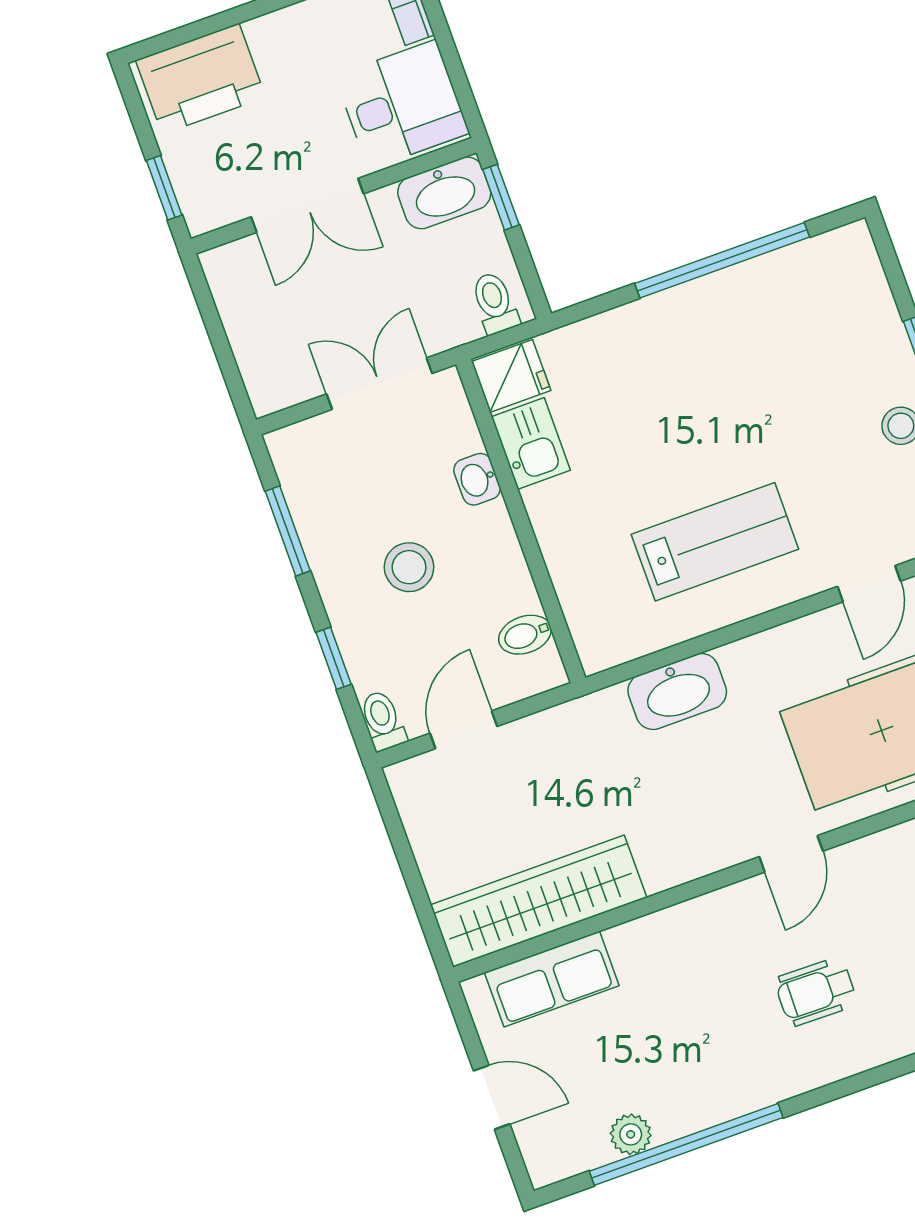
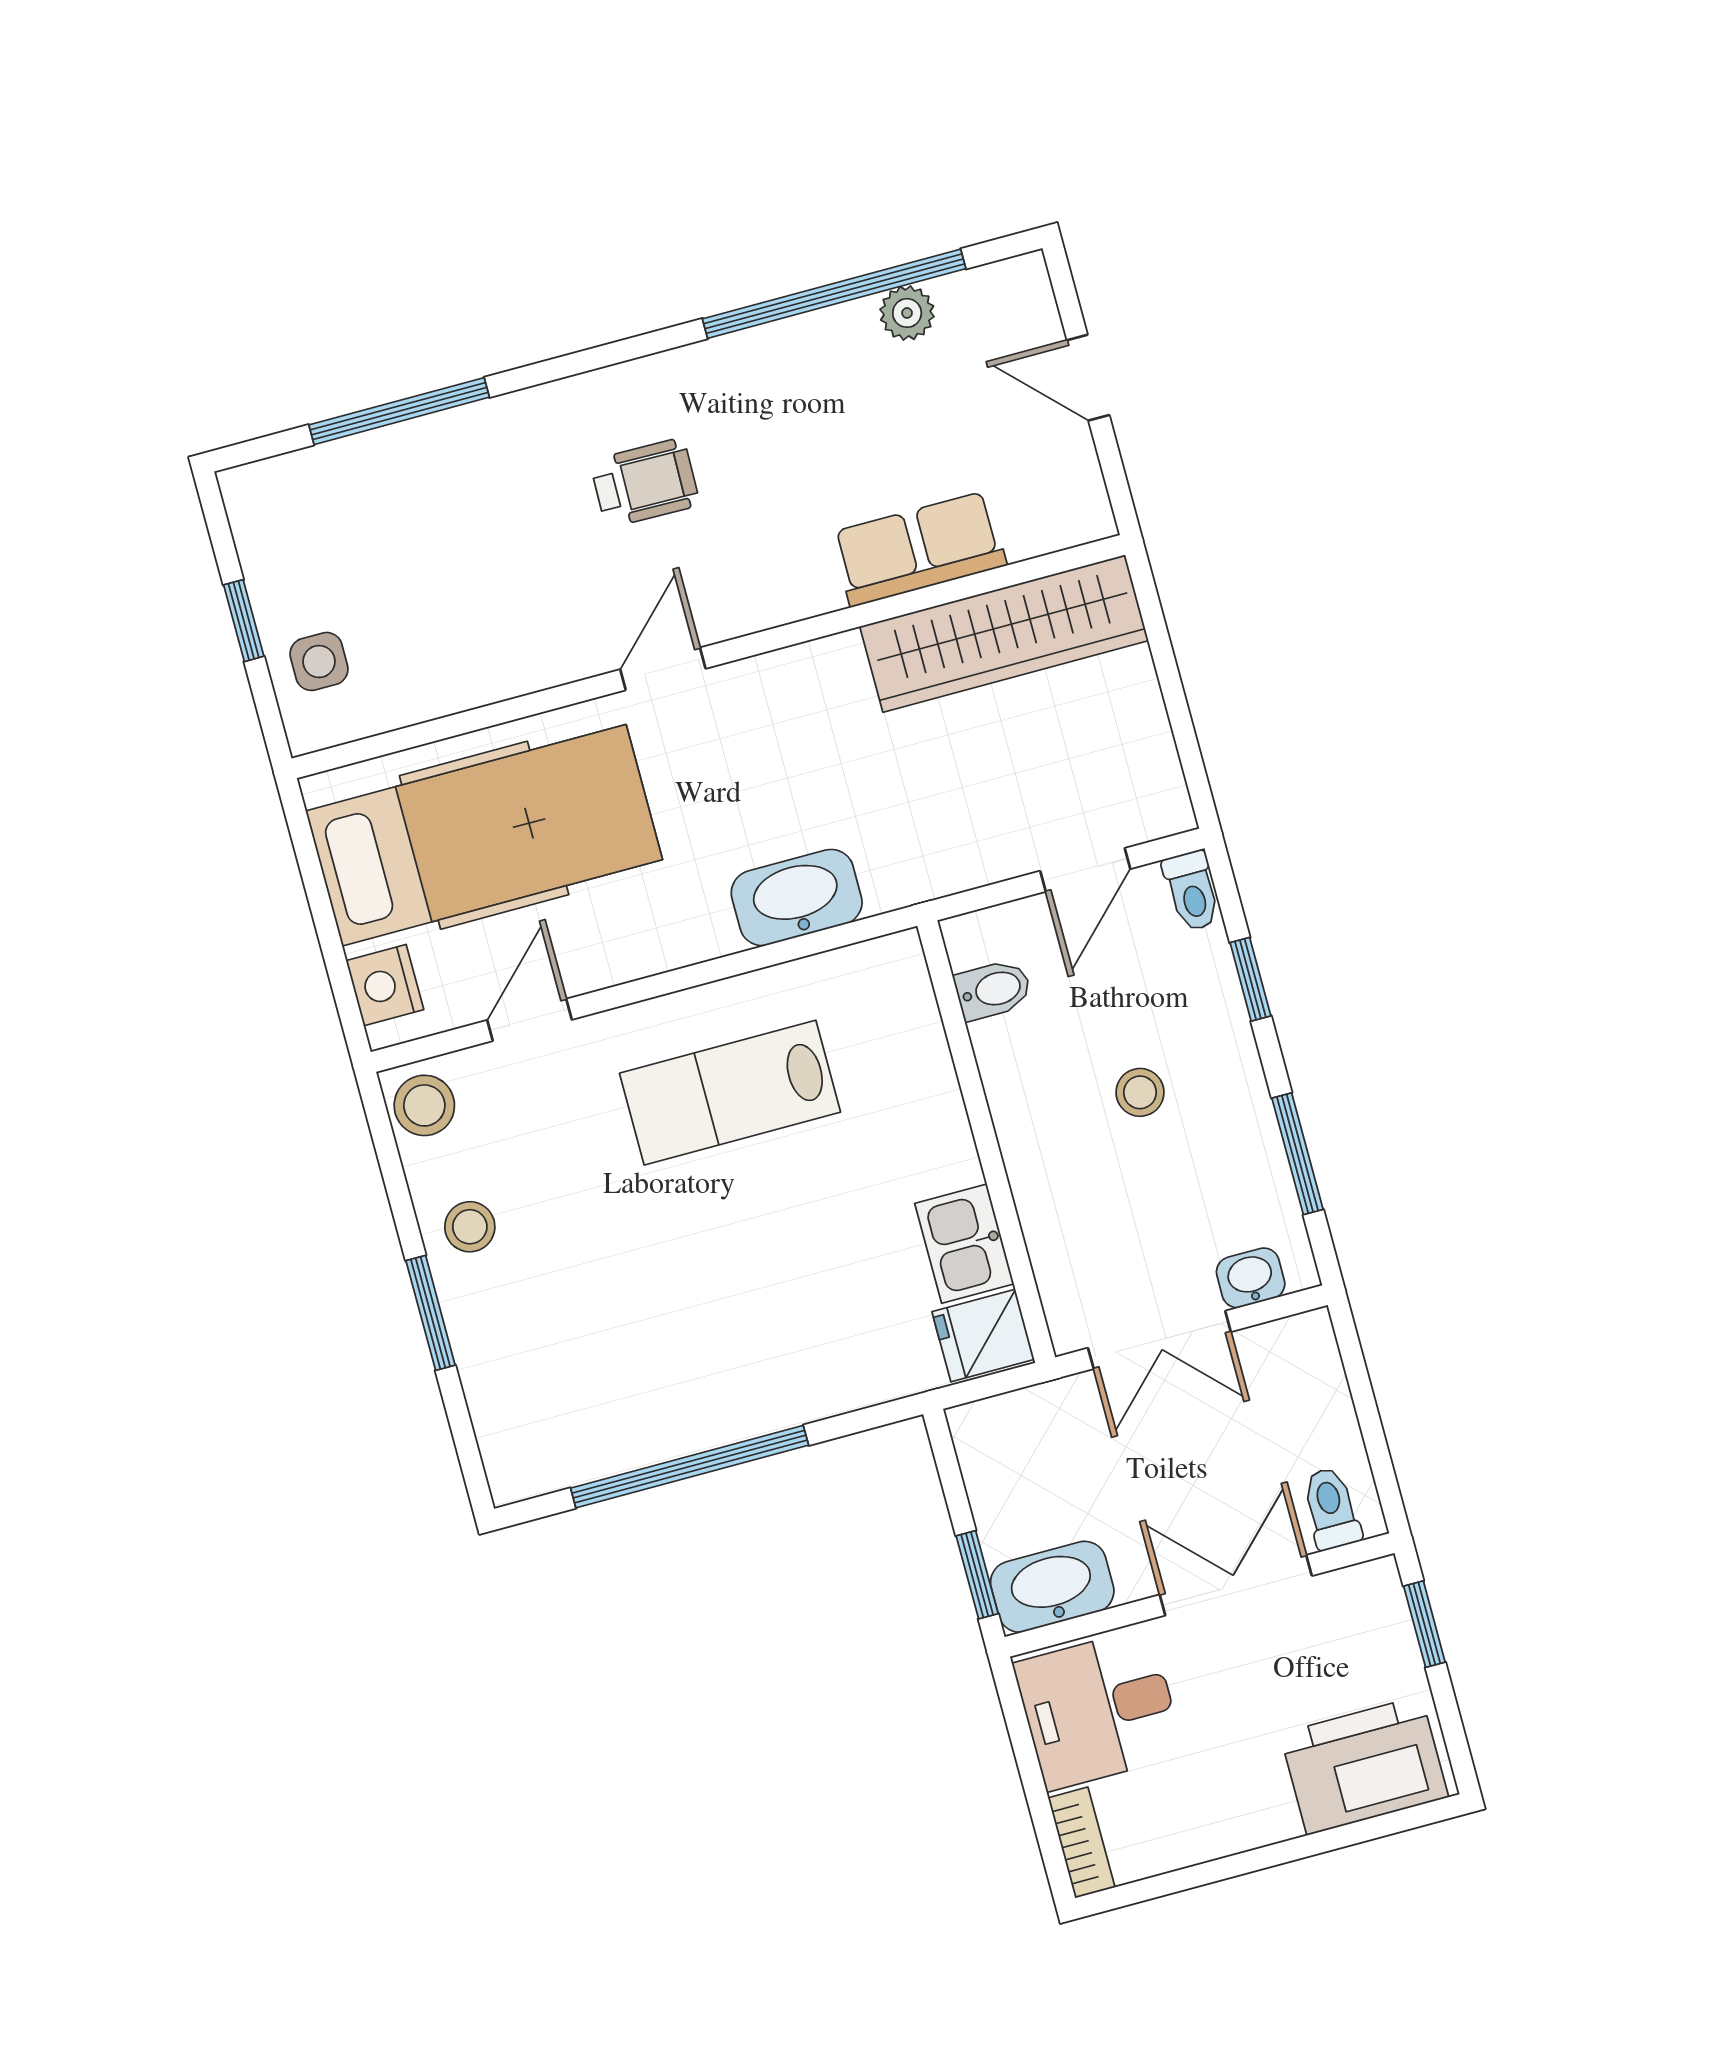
toilet: (495, 303) -> (1331, 1508), moved, turned 180
washbasin: (477, 479) -> (1251, 1278), moved, turned -90
stool: (409, 567) -> (1140, 1092), width x0.73, depth x0.73
row of seats: (552, 979) -> (919, 549), moved

